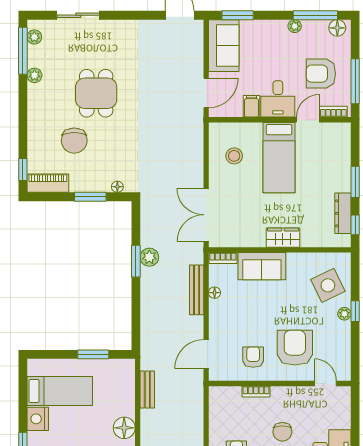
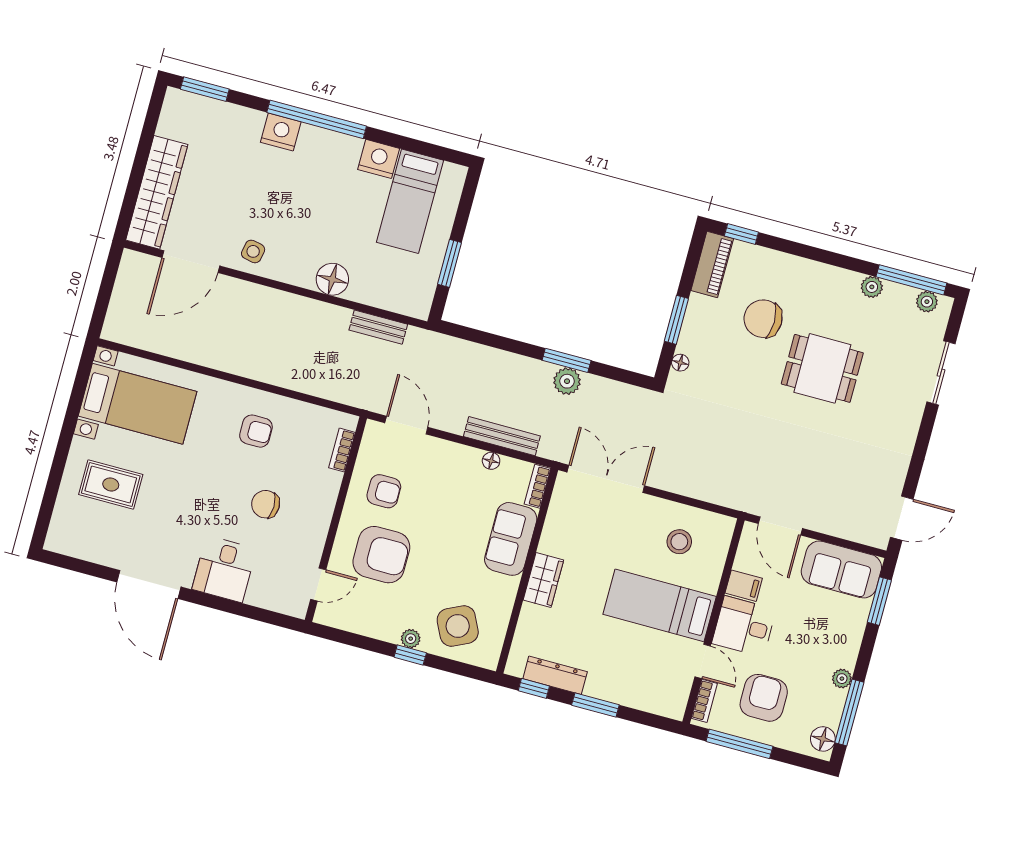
bookcase: (256, 392) -> (342, 450), moved

